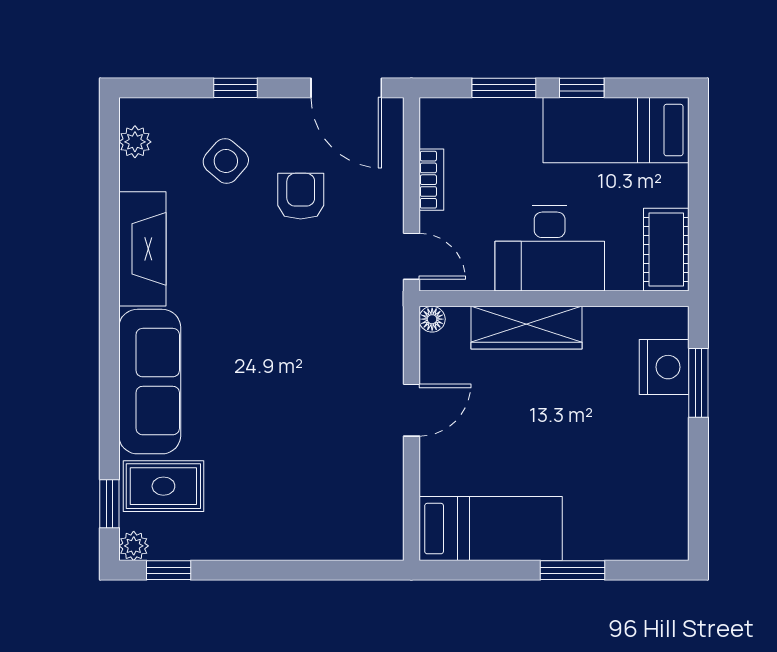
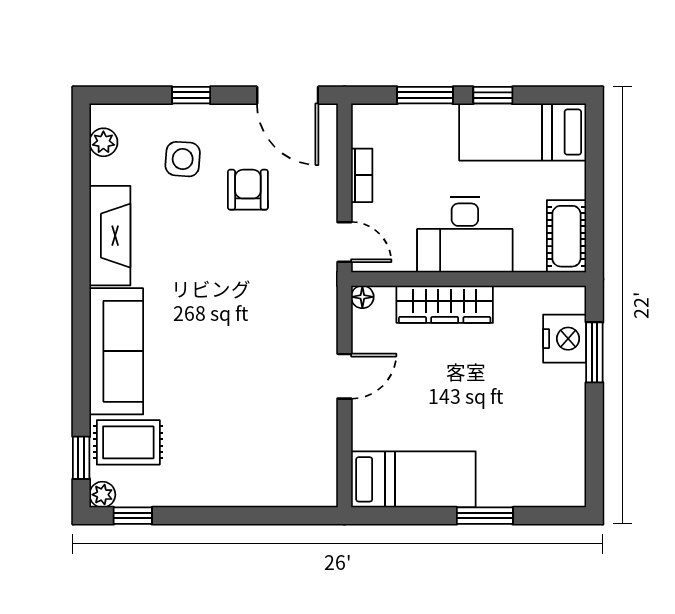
side table: (226, 161) -> (183, 159), turned -37

